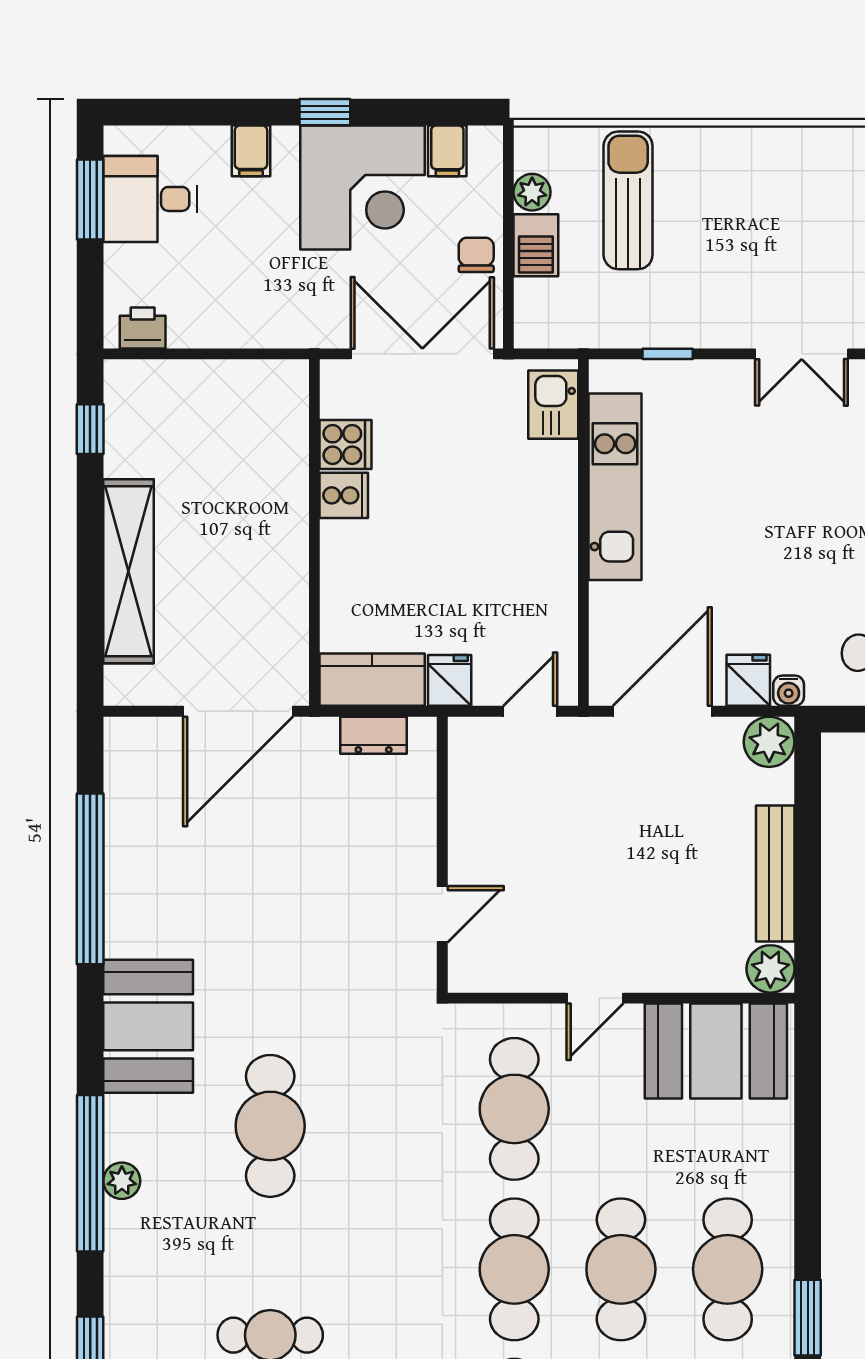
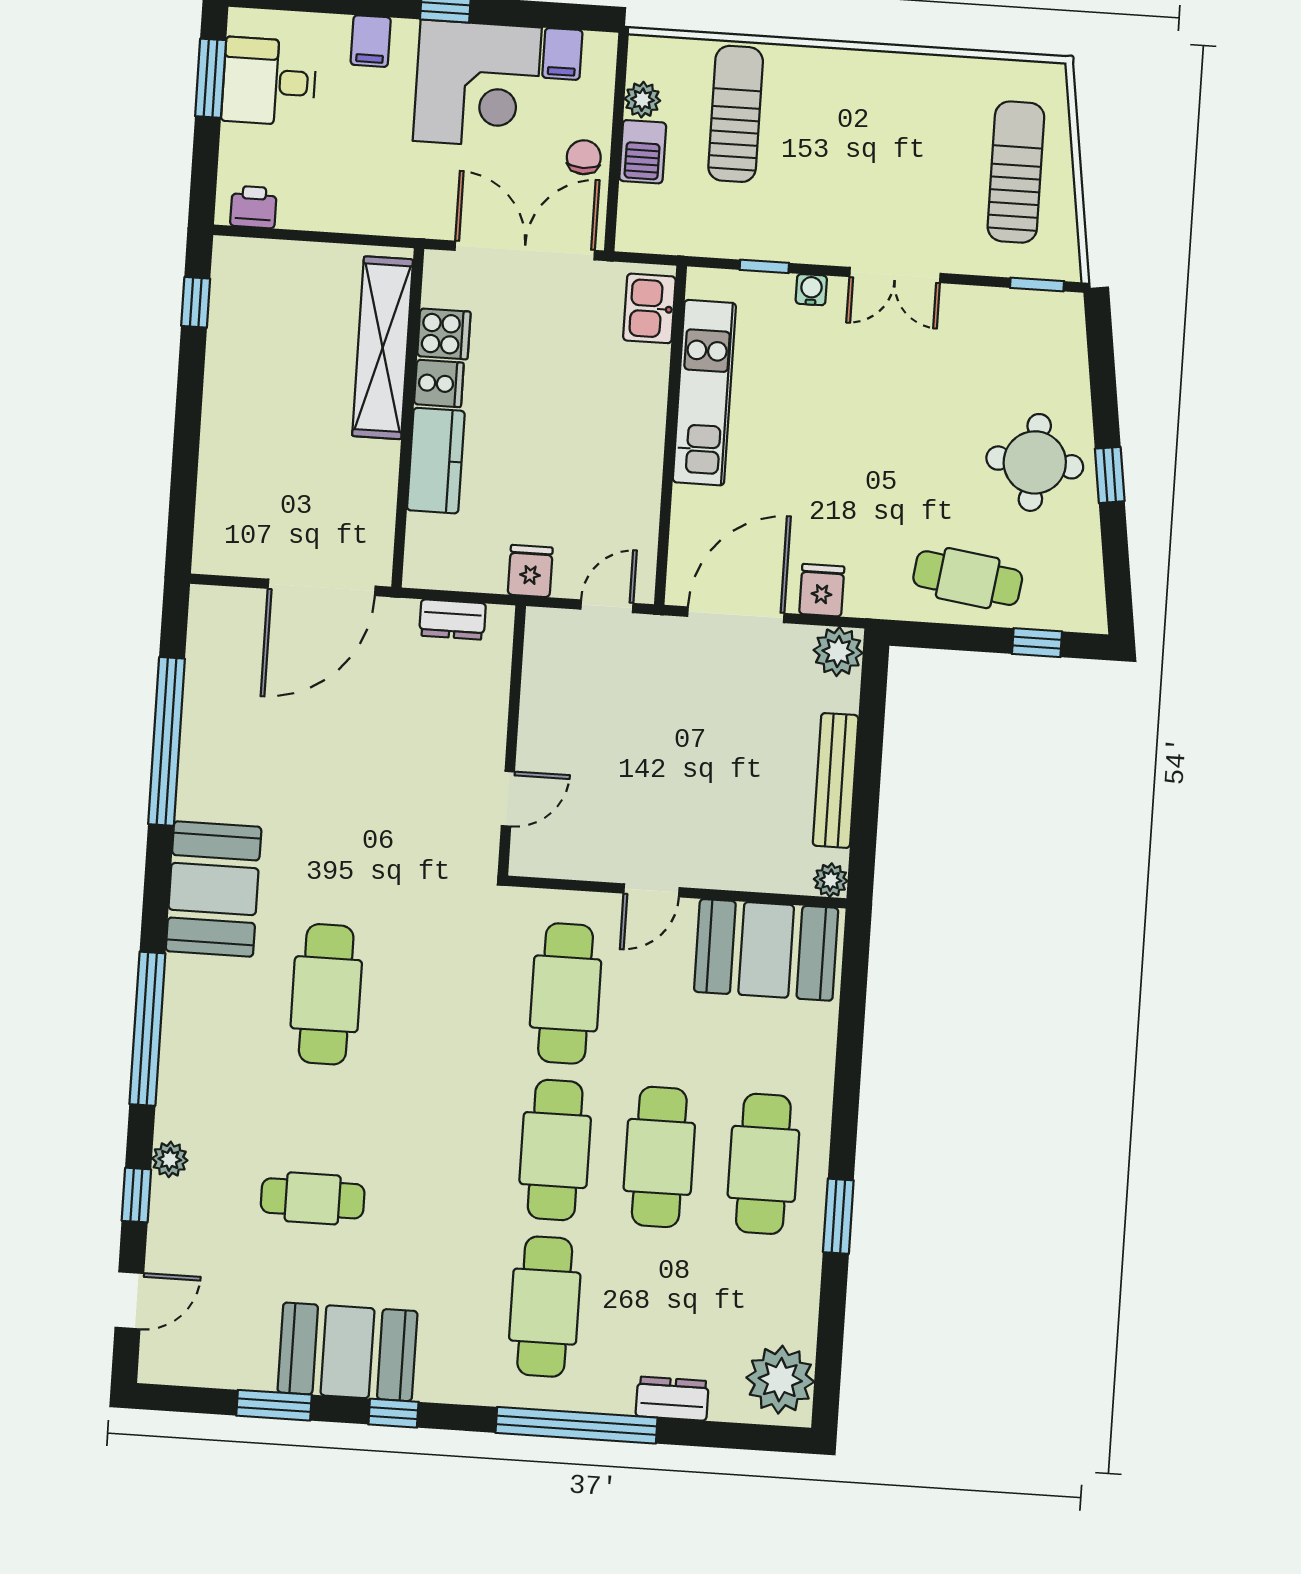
shelving: (129, 571) -> (383, 348), moved
kitchen counter: (372, 680) -> (436, 461), moved, turned 90
water cooler: (789, 691) -> (811, 290), moved, turned 180
plant: (770, 969) -> (831, 880), width x0.73, depth x0.73
plant: (122, 1181) -> (170, 1159), moved

